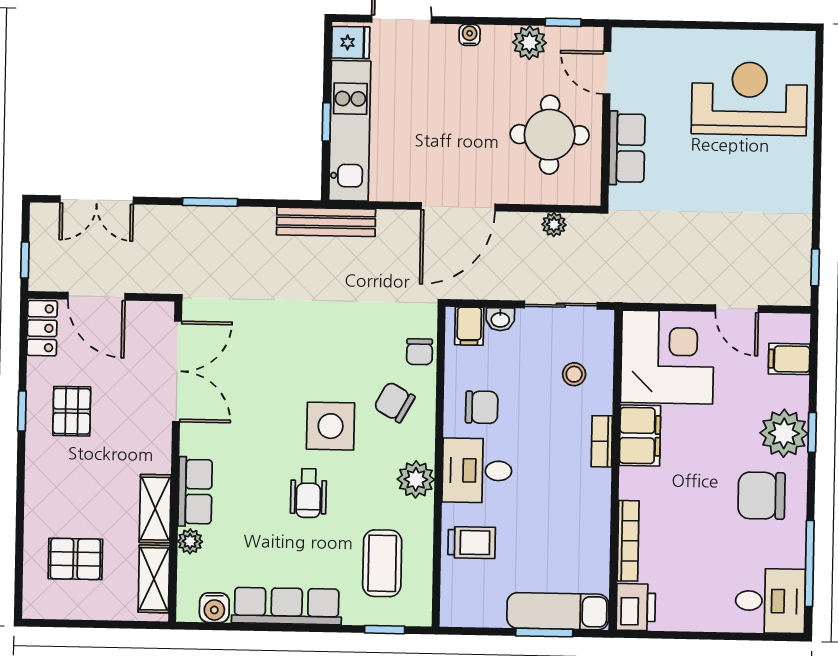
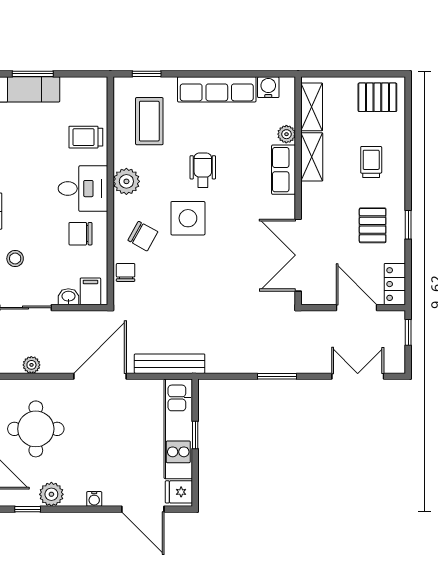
bench: (326, 222) -> (170, 364), moved
trolley: (72, 500) -> (371, 162), added
pallet: (75, 559) -> (377, 97), moved

